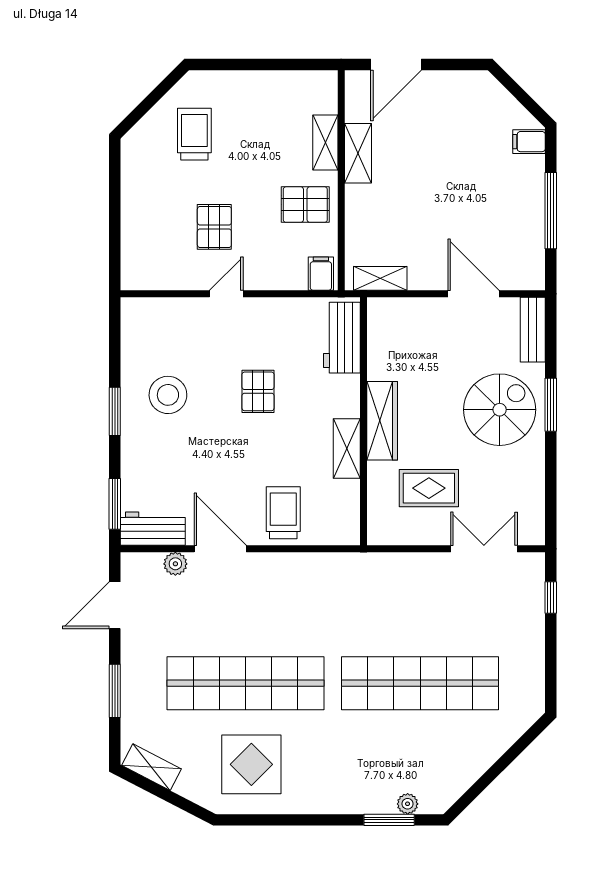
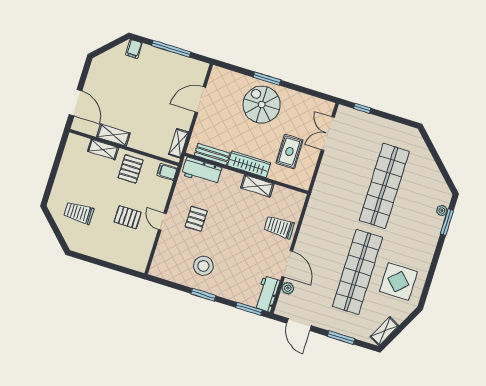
bench: (533, 330) -> (212, 154), moved
pallet: (258, 391) -> (196, 219), moved, turned 90
door: (220, 549) -> (287, 264), swing flipped

